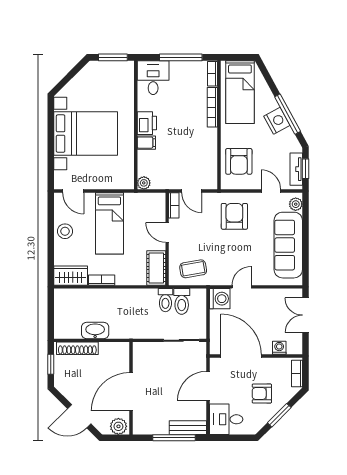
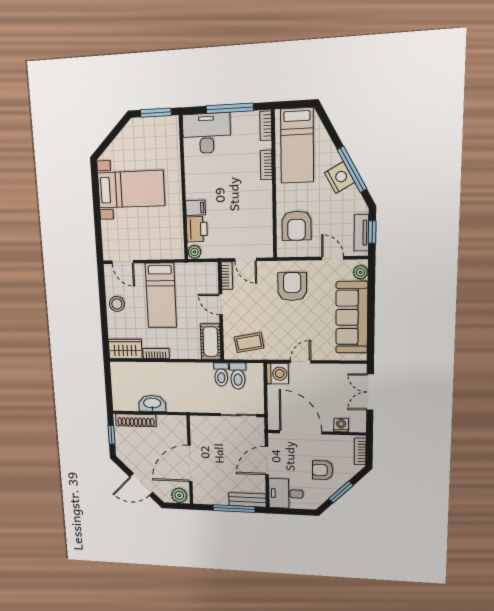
desk: (153, 78) -> (206, 133), width x1.37
bookcase: (212, 107) -> (266, 165), width x0.64
printer: (147, 123) -> (197, 229), moved
bed with nightstands: (86, 134) -> (131, 189), width x0.73

